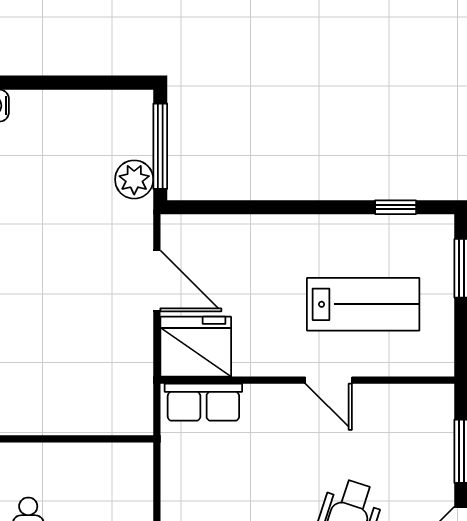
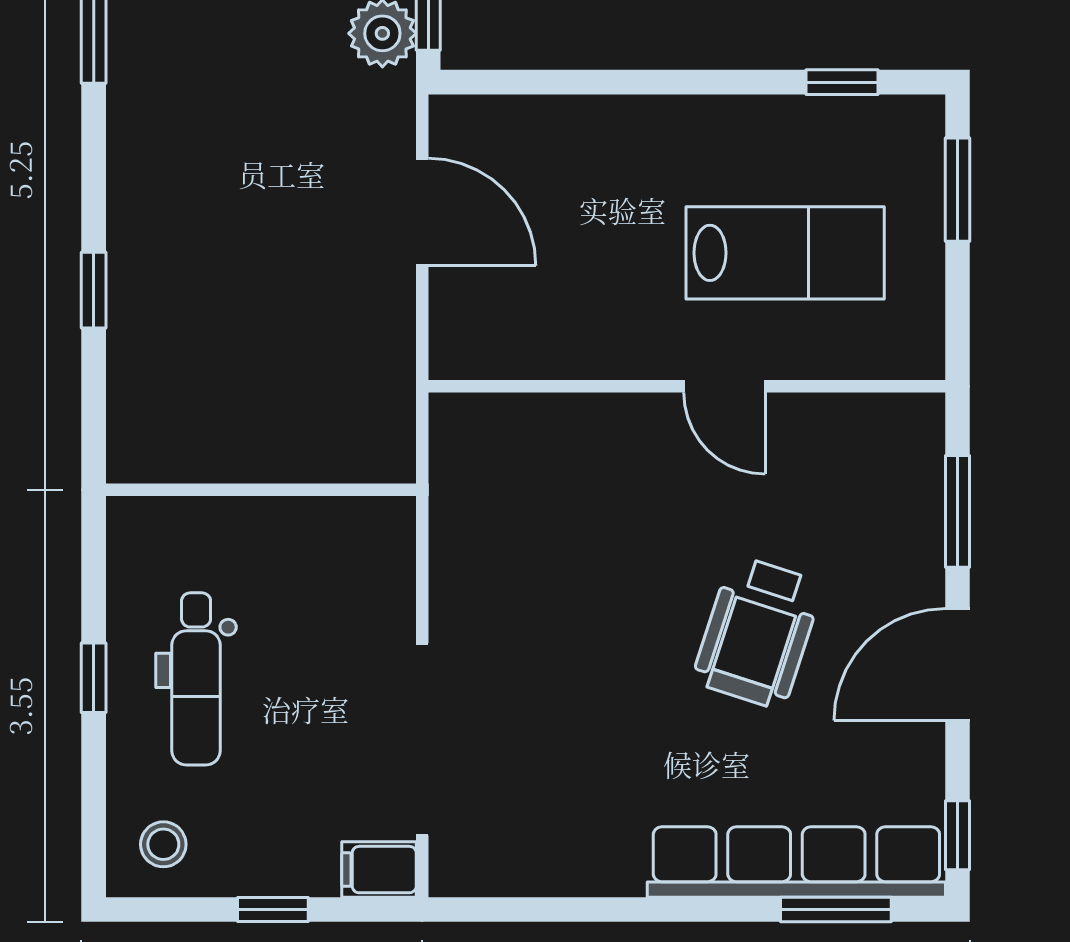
fridge: (196, 347) -> (491, 327), removed
row of seats: (203, 402) -> (504, 425), removed

